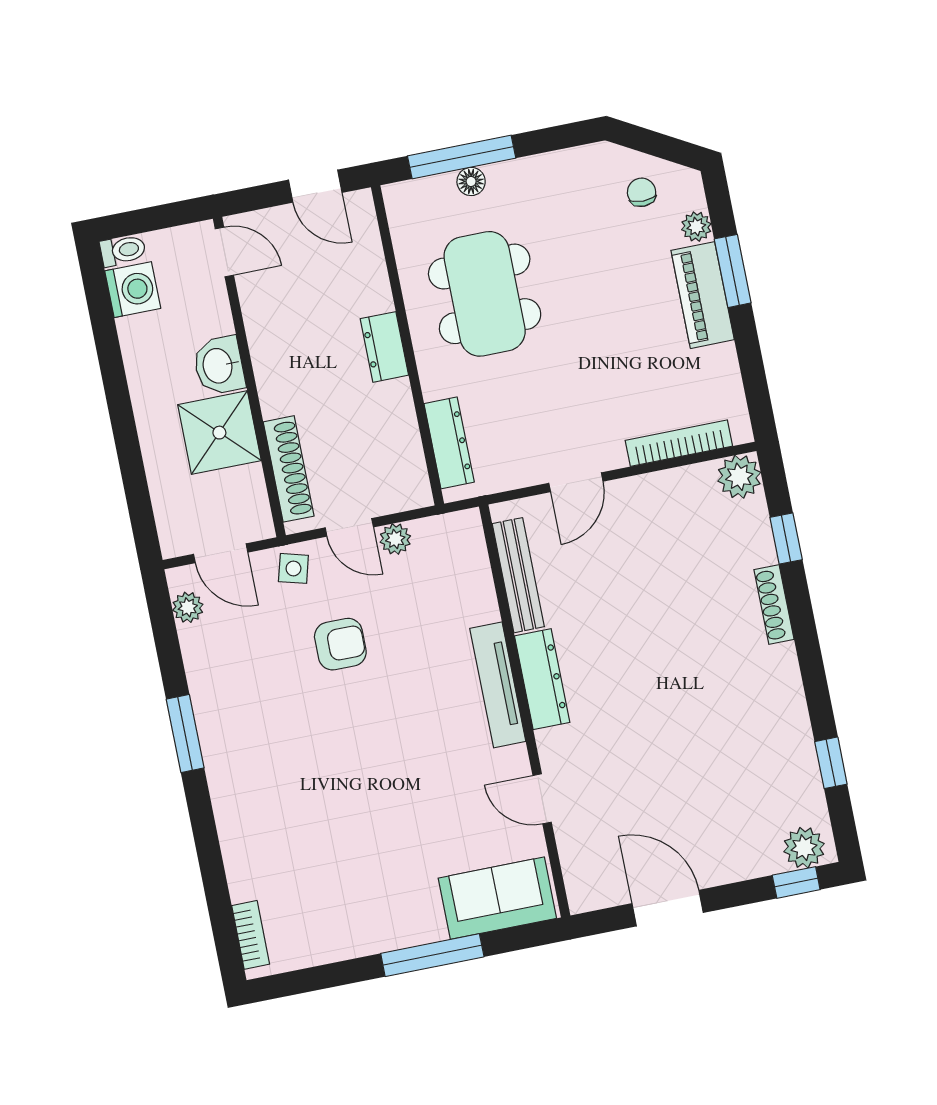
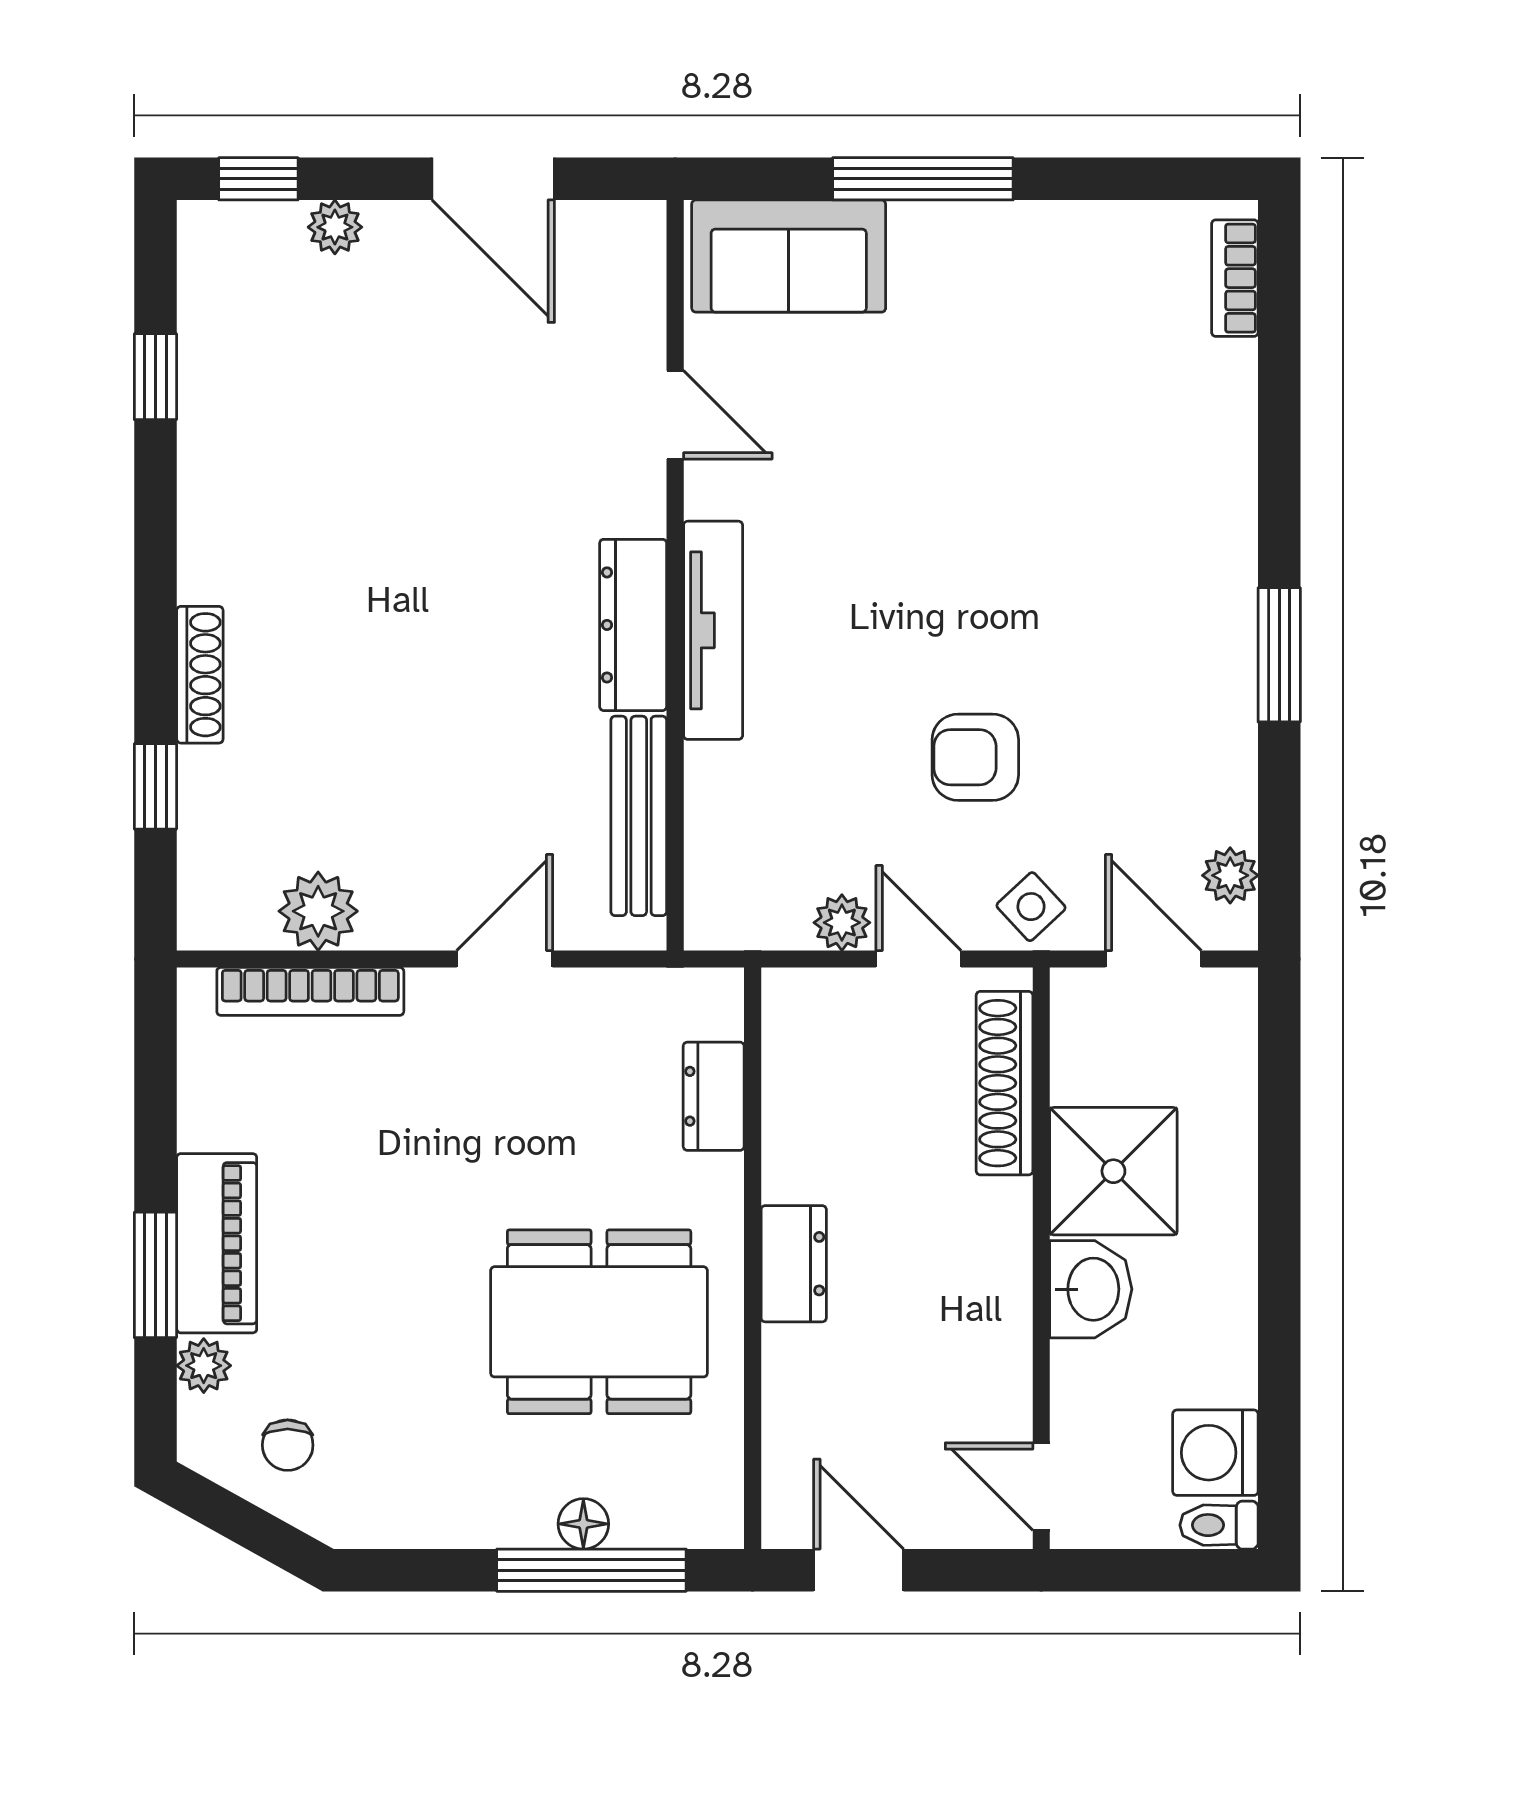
dining table: (485, 294) -> (599, 1322), turned 90
dresser: (449, 443) -> (714, 1096), width x0.70
plant: (739, 477) -> (318, 911), moved
side table: (293, 568) -> (1031, 907), turned 32
plant: (804, 848) -> (335, 227), moved, width x0.73, depth x0.73

